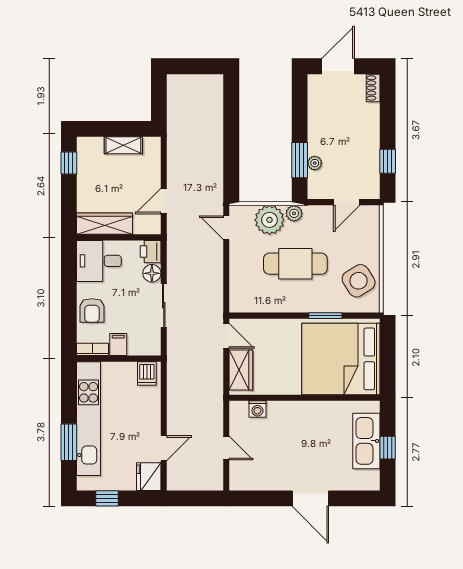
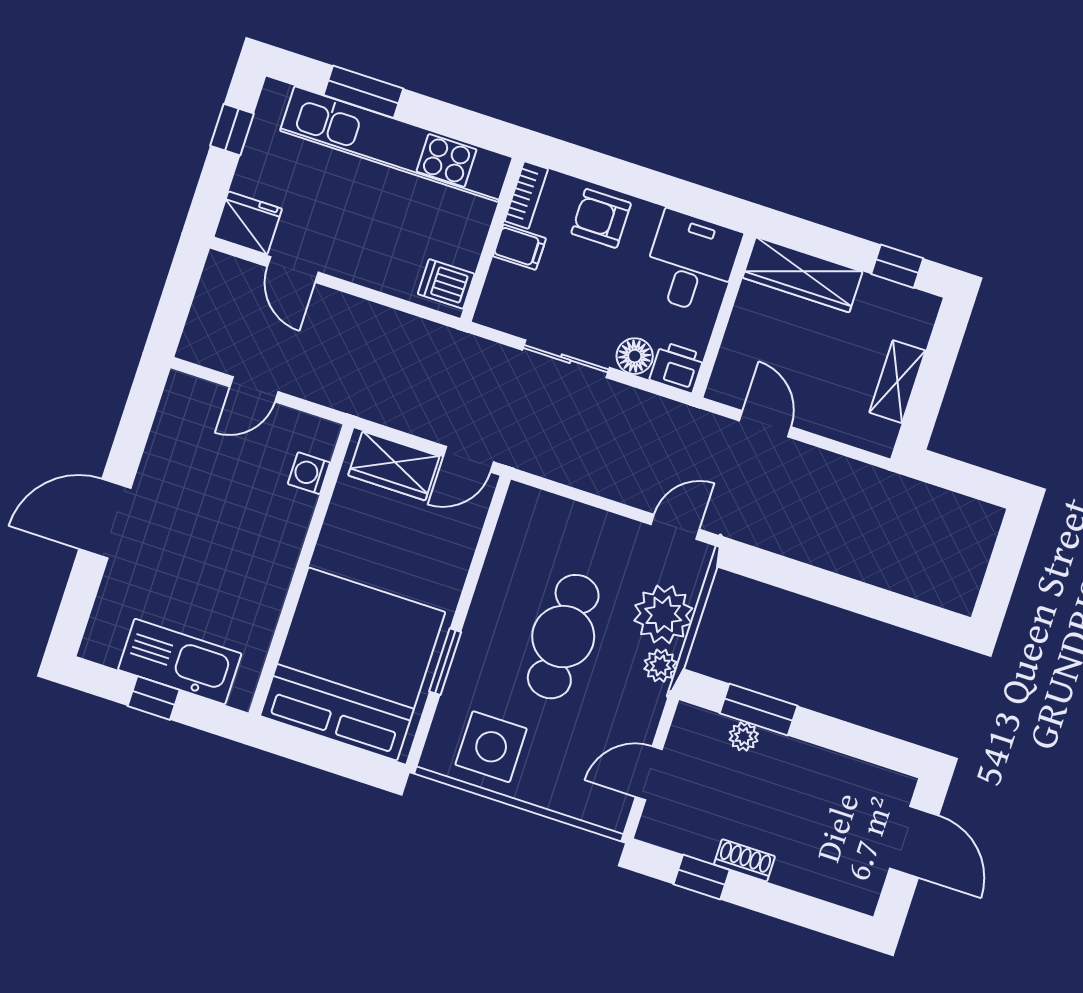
shoe rack: (373, 88) -> (744, 860), moved
door: (347, 202) -> (649, 773), hinge flipped
wardrobe: (105, 224) -> (803, 275), moved, turned 90
side table: (359, 281) -> (491, 747), turned 32

